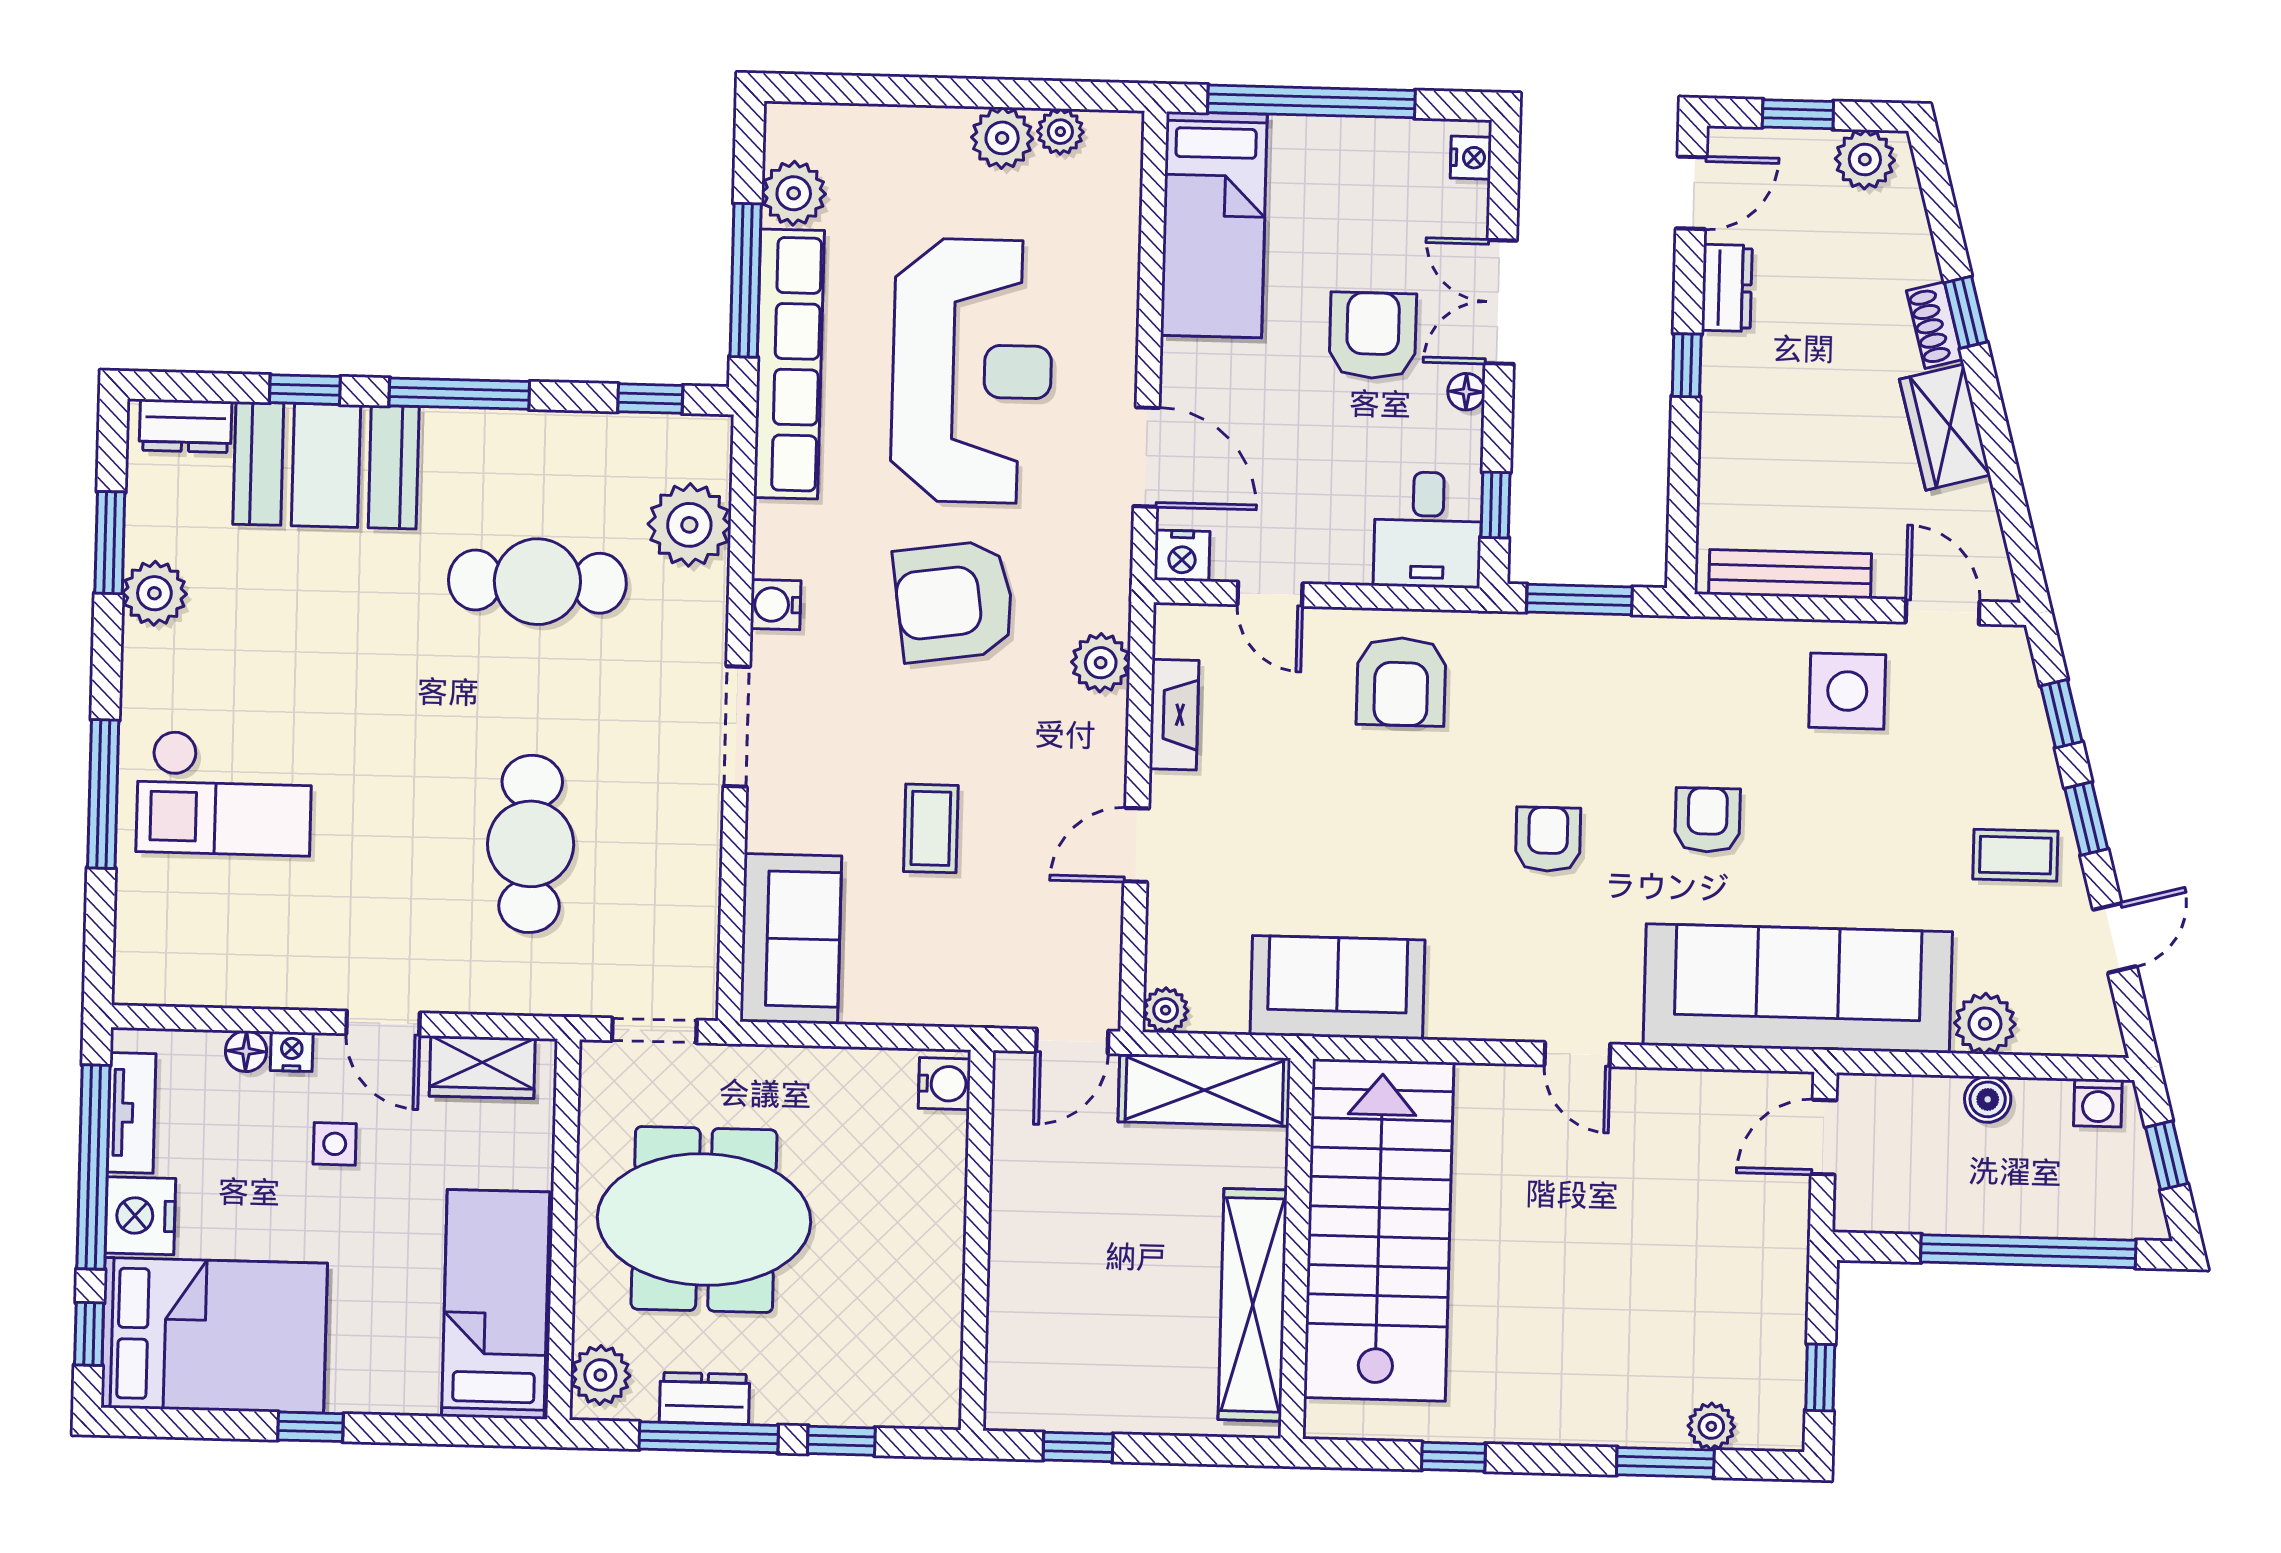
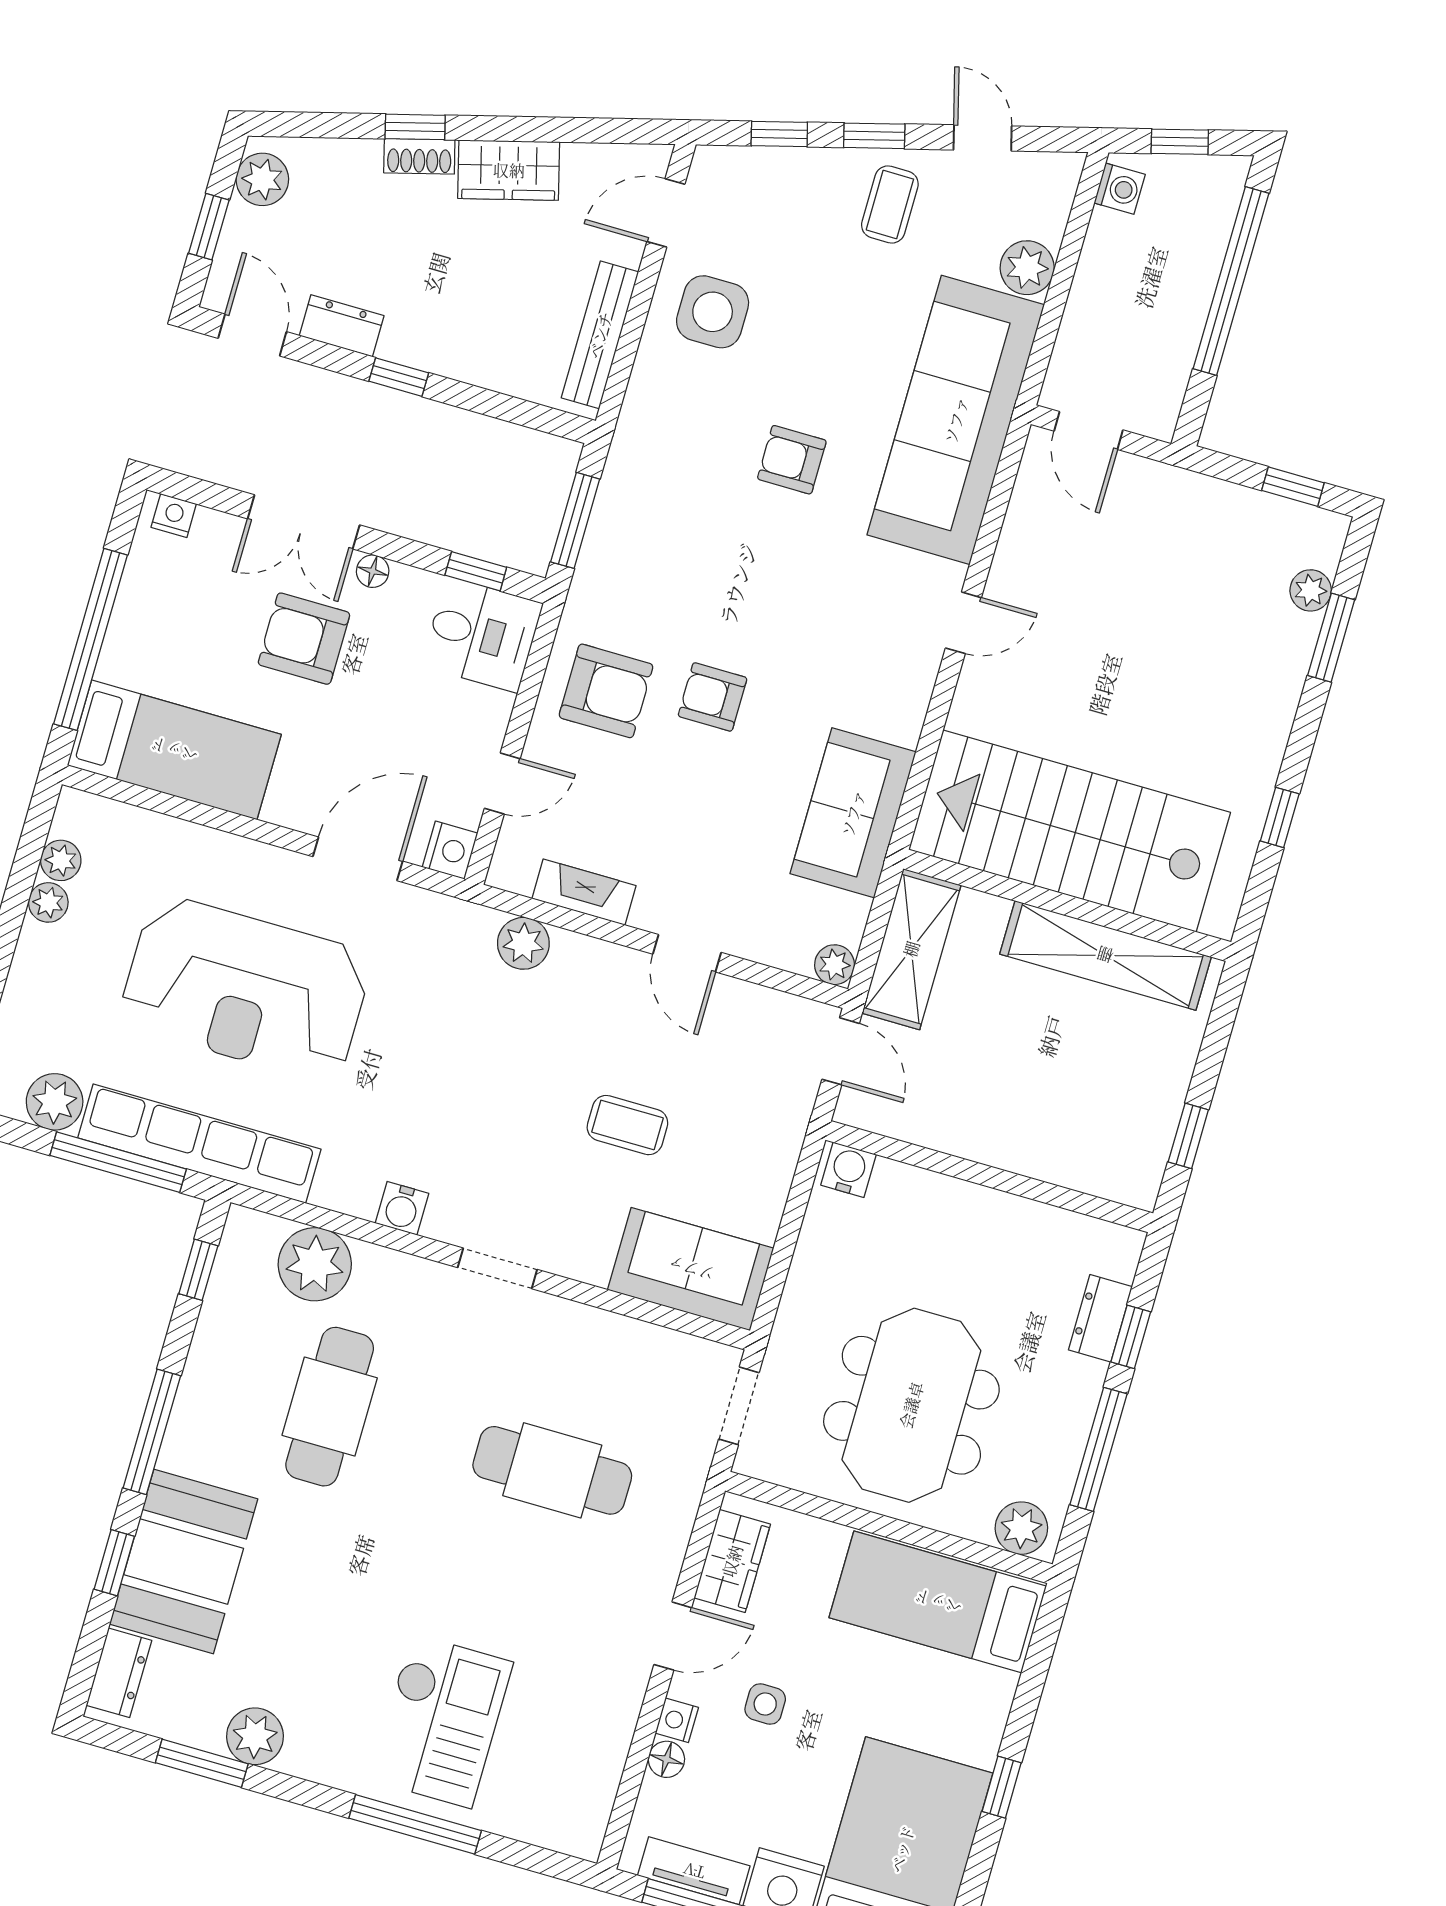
plant: (1002, 138) -> (48, 902), width x0.73, depth x0.73
reception desk: (972, 371) -> (246, 989), turned 180
armchair: (954, 601) -> (439, 1055), removed
doorway: (737, 726) -> (497, 1268), width x0.73
armchair: (1548, 839) -> (713, 697), moved
boiler: (1988, 1099) -> (1092, 282), removed
dresser: (704, 1398) -> (1100, 1318), moved

